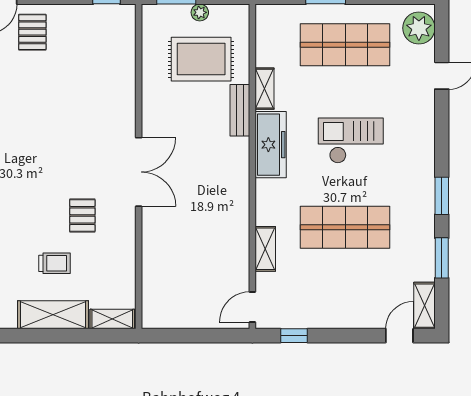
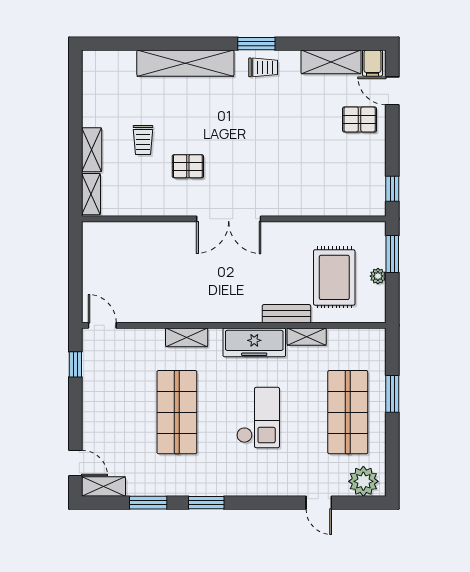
shelving: (265, 249) -> (187, 337), moved
shelving: (53, 315) -> (92, 150), width x0.67, depth x0.75

